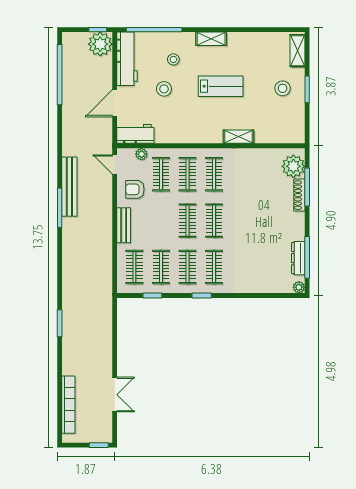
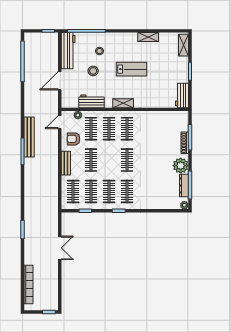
shelving: (211, 39) -> (148, 37), moved
plant: (100, 44) -> (50, 41), removed
stool: (283, 88) -> (173, 71), removed
workbench: (295, 125) -> (182, 96), added
workbench: (135, 134) -> (92, 101), moved
shelving: (239, 137) -> (123, 103), moved
door: (115, 164) -> (60, 122), hinge flipped
plant: (293, 166) -> (181, 166), moved
clothes rail: (187, 221) -> (91, 160), moved
double door: (115, 395) -> (60, 248), moved

